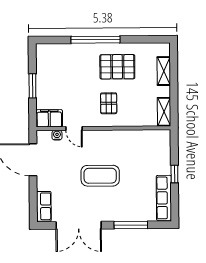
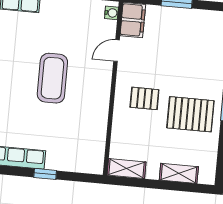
pallet: (117, 67) -> (190, 114), turned 90
water cooler: (57, 135) -> (111, 13), moved

